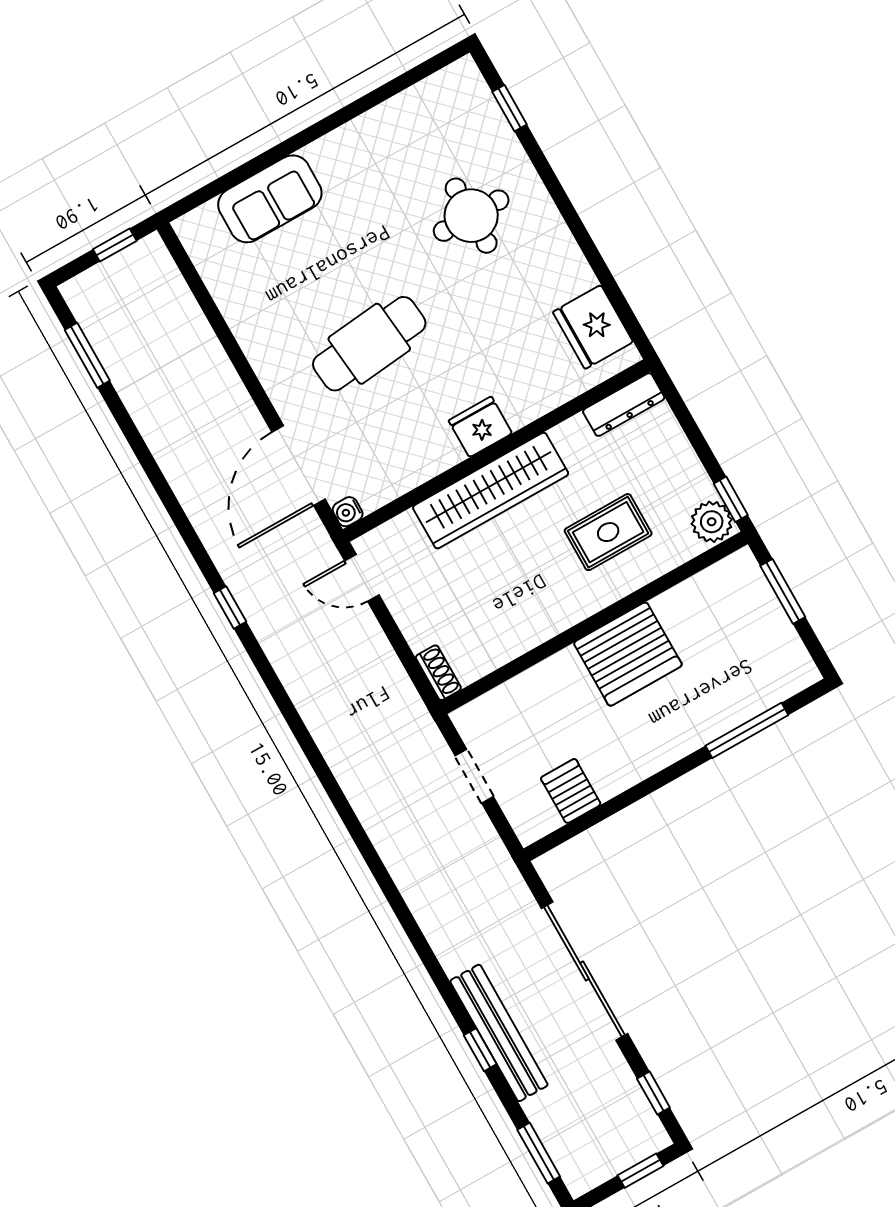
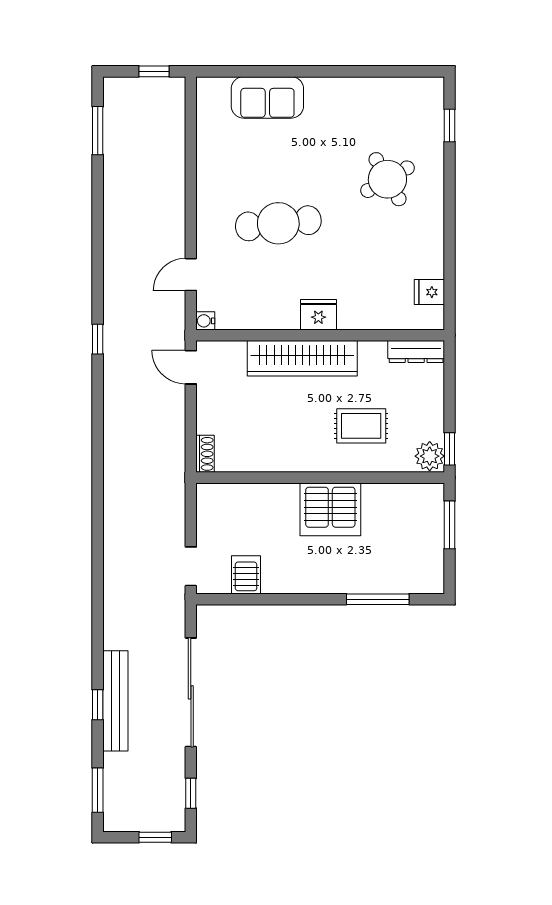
round table: (471, 216) -> (387, 179), turned -30
fridge: (593, 327) -> (429, 292), width x0.53, depth x0.75
door: (298, 466) -> (191, 275), width x0.53
doorway: (474, 776) -> (191, 566), moved

